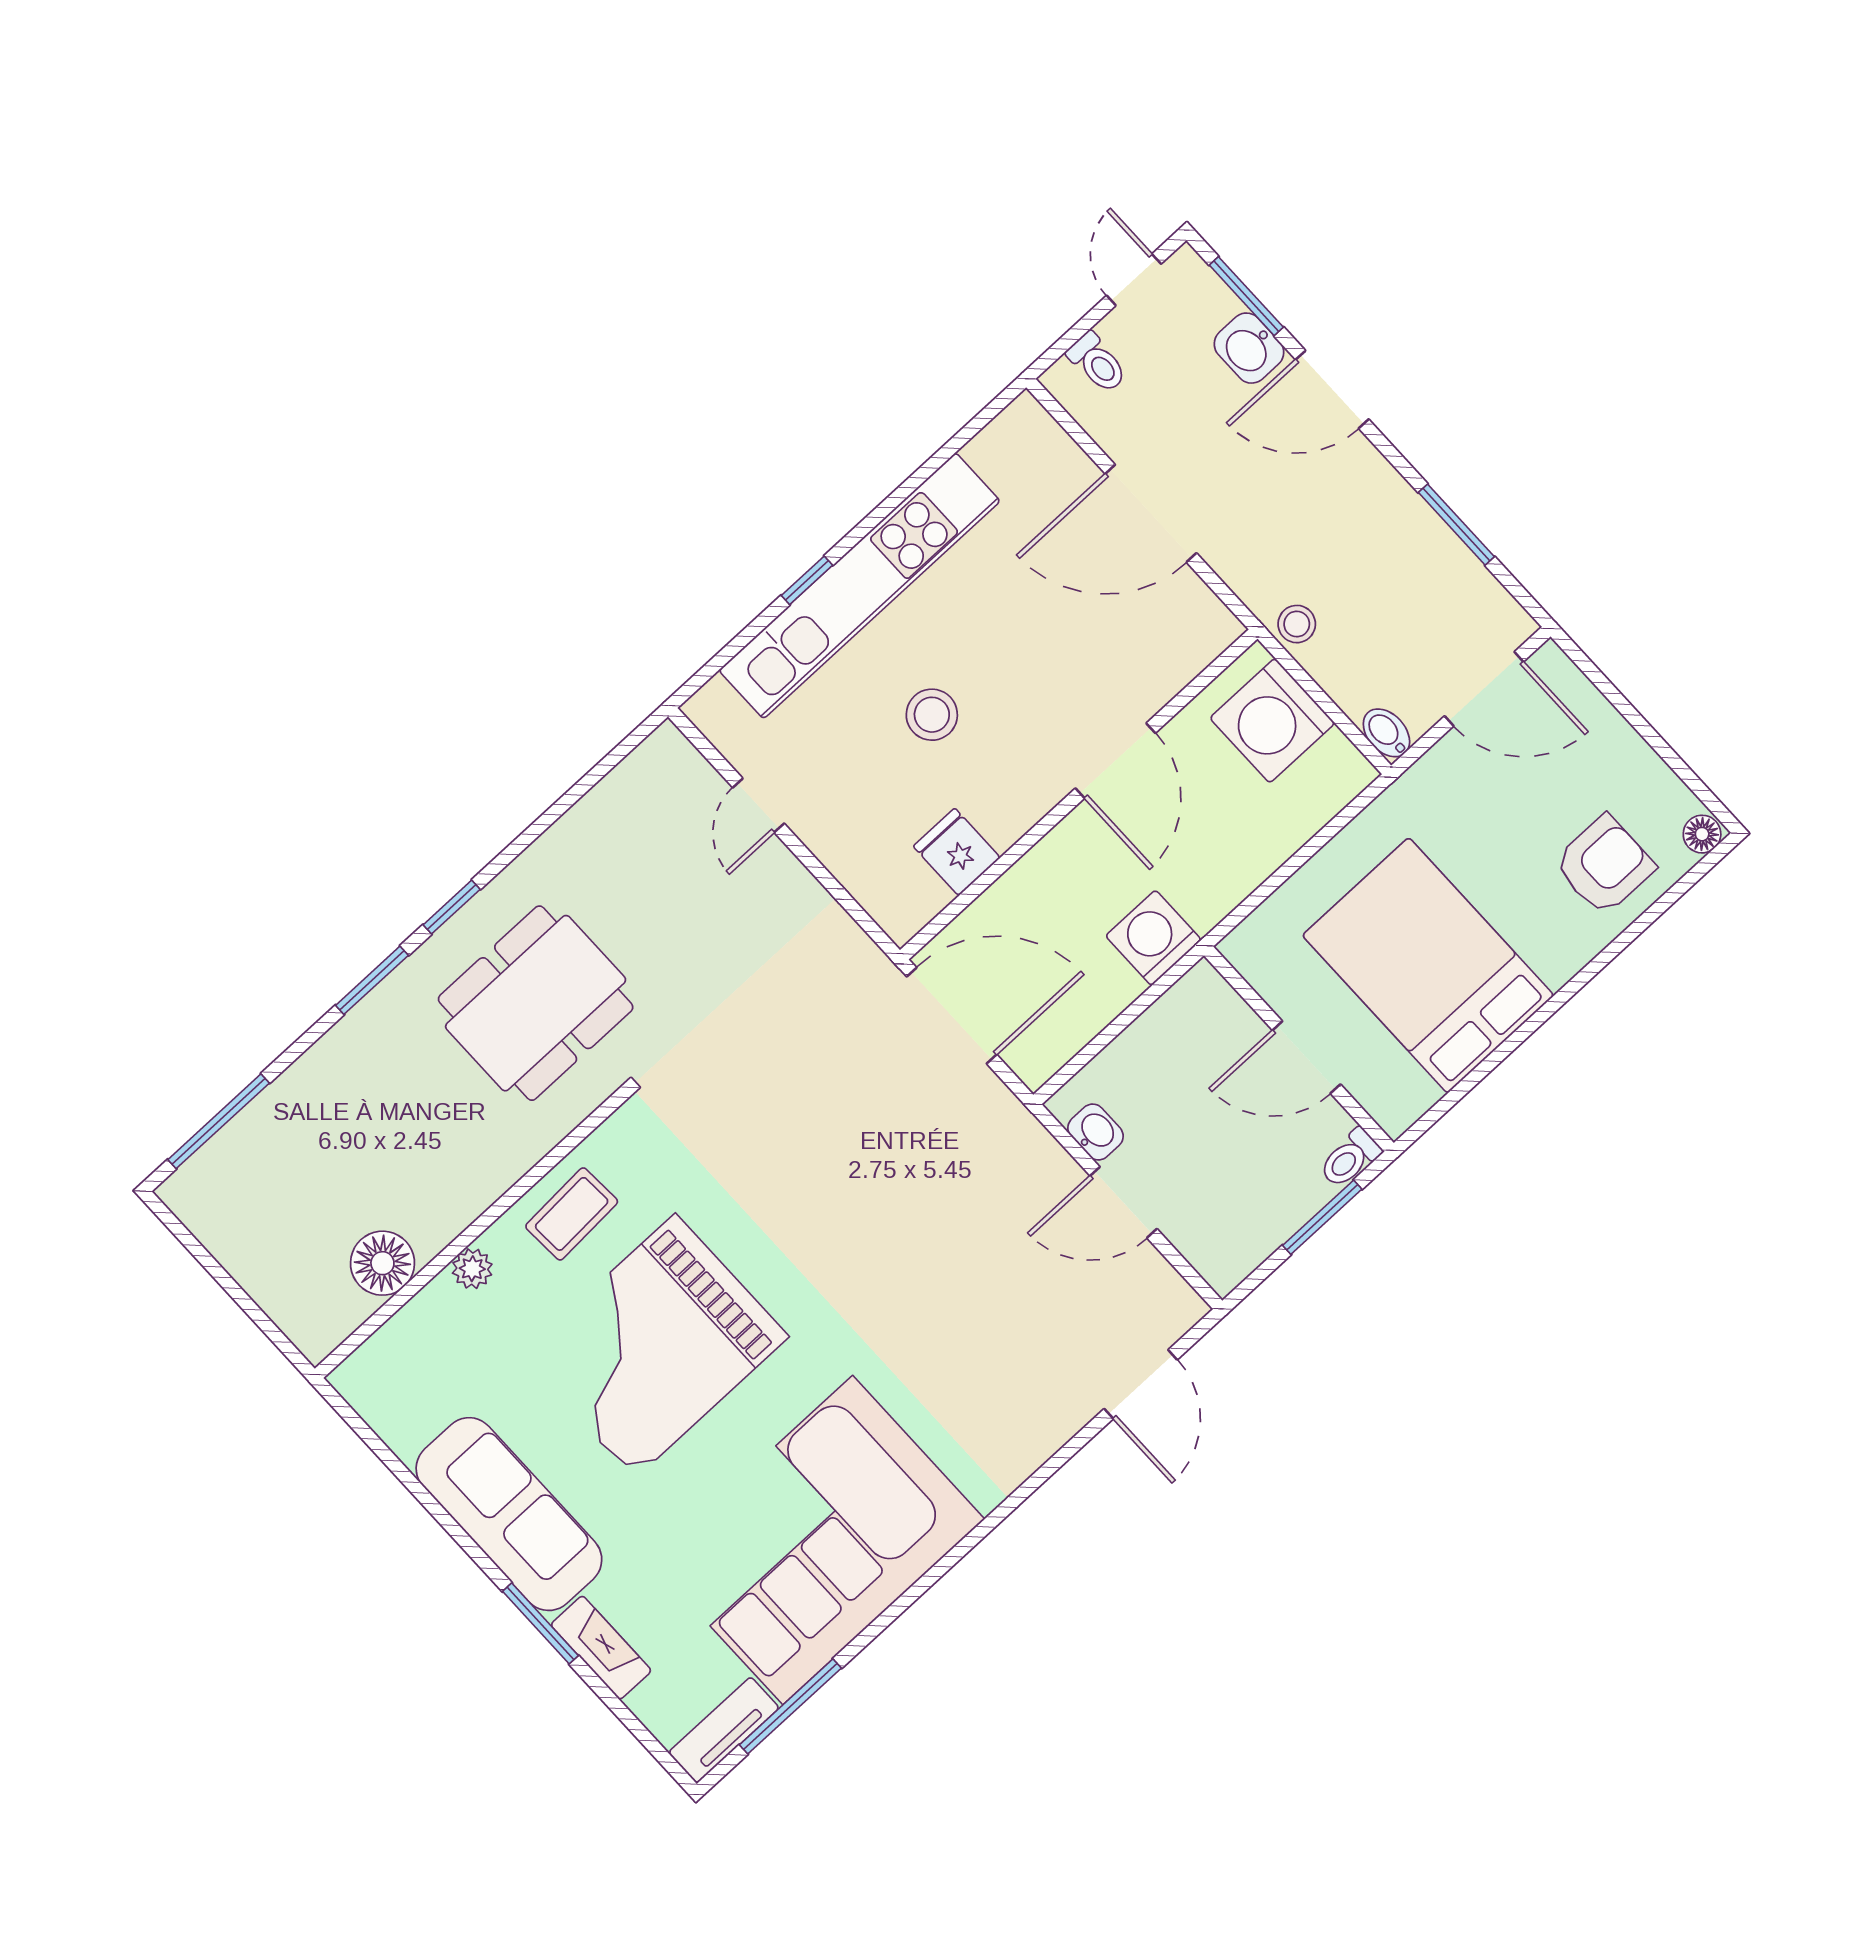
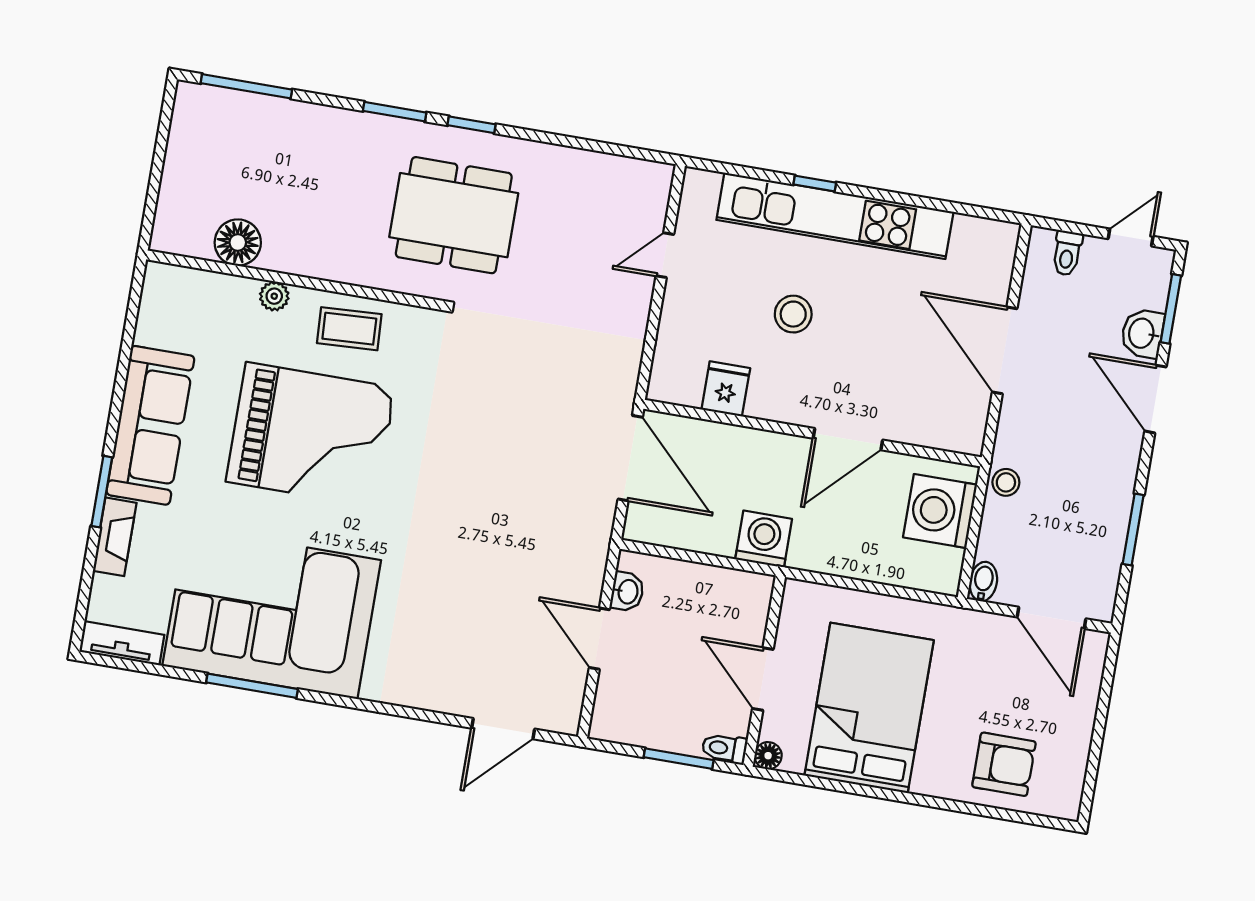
floor lamp: (1702, 834) -> (768, 756), moved
grand piano: (655, 1346) -> (311, 435), turned 180
window: (790, 1706) -> (252, 686), moved

